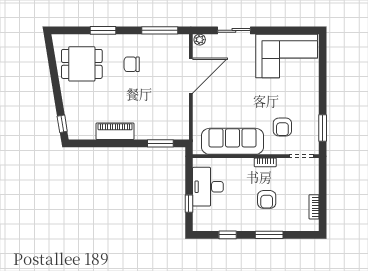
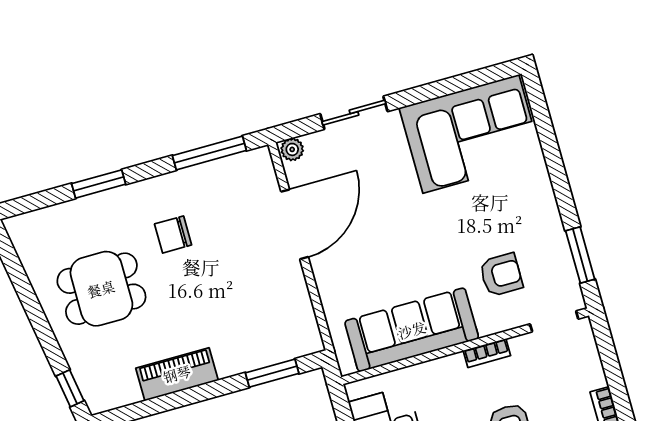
dining table: (82, 64) -> (101, 289), moved
armchair: (282, 127) -> (501, 275), turned -90

